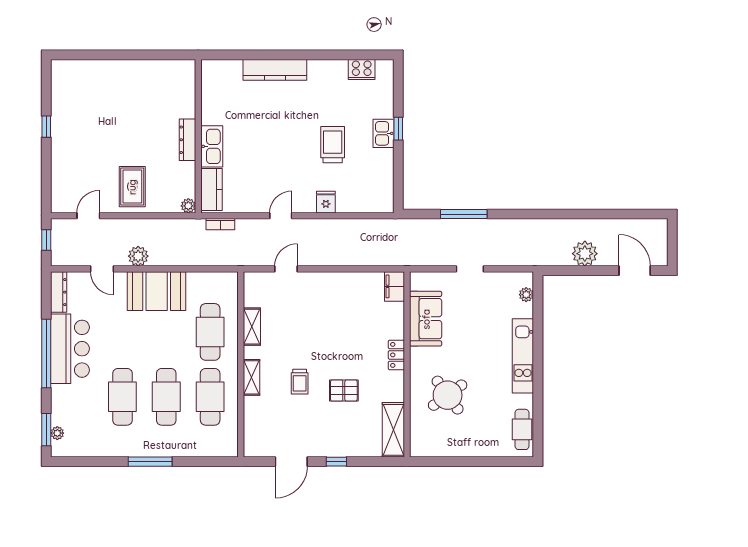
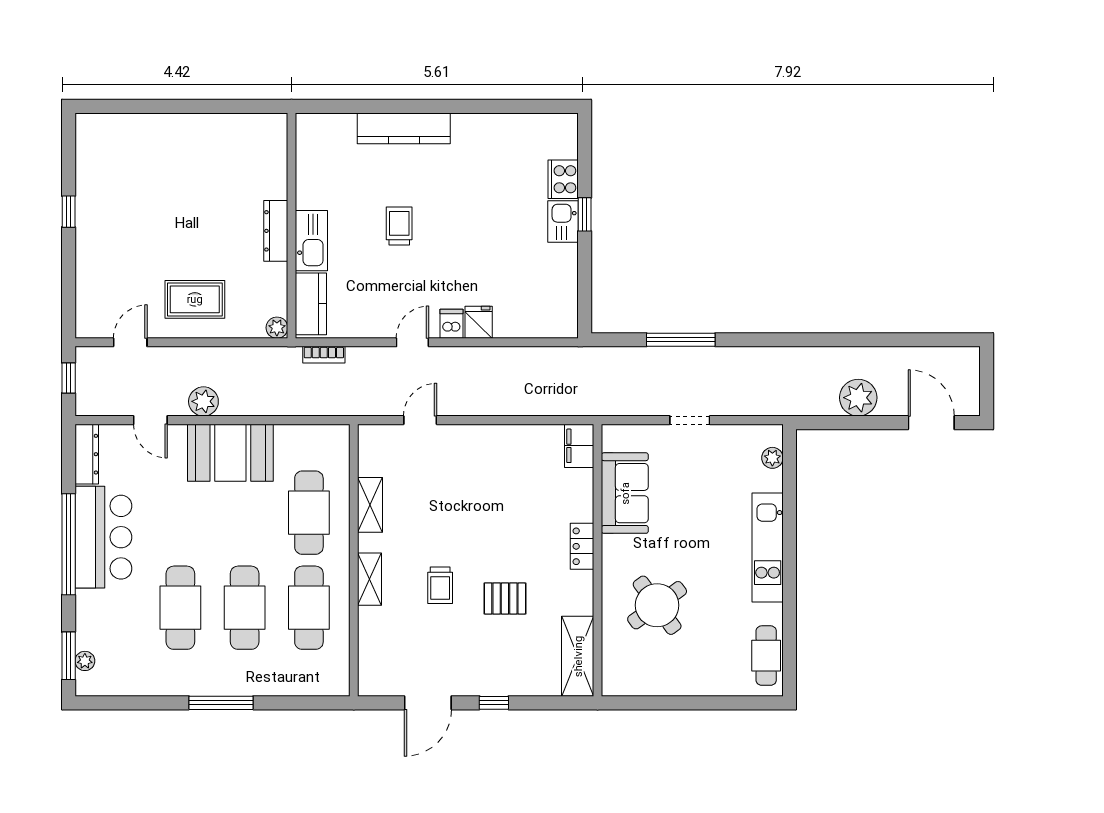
cooker: (362, 69) -> (563, 179), moved, turned 90
trolley: (333, 145) -> (399, 226), moved, width x0.73, depth x0.72
rug: (132, 187) -> (195, 299), turned 90
dishwasher: (307, 203) -> (452, 324), added

